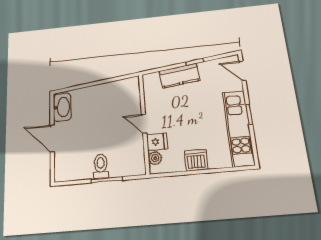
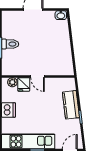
washbasin: (62, 107) -> (61, 15), width x0.52, depth x0.69
door: (144, 124) -> (38, 76), swing flipped

